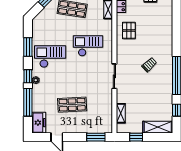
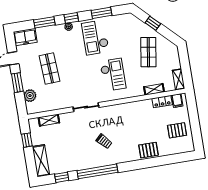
pallet: (129, 31) -> (149, 150), moved
checkout: (50, 57) -> (95, 37), turned 180
window: (28, 102) -> (44, 22), width x0.69
plant: (95, 127) -> (30, 96), added
window: (96, 137) -> (17, 83), moved

